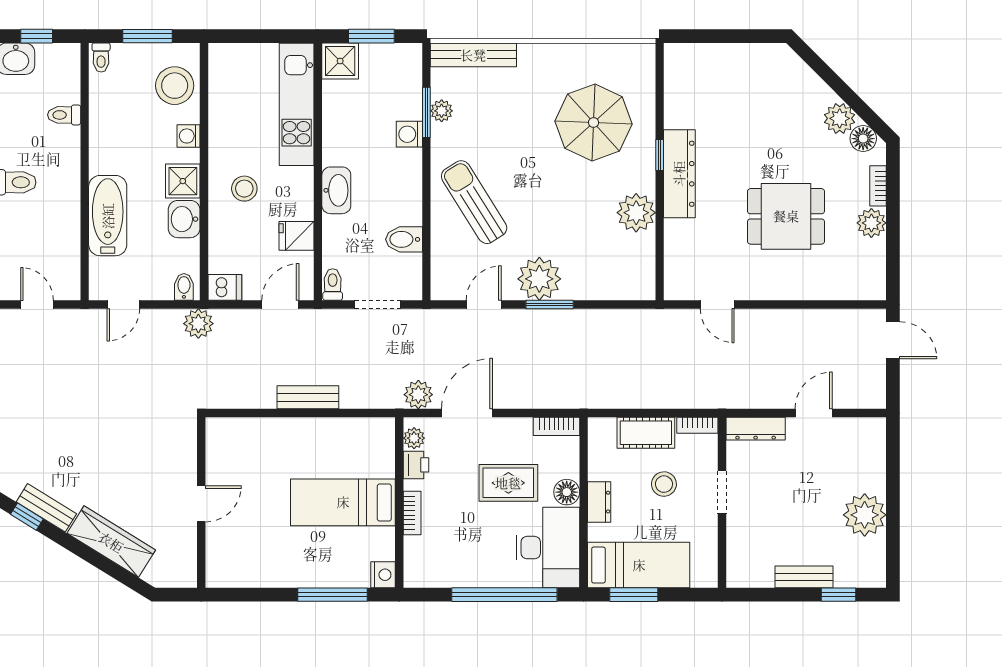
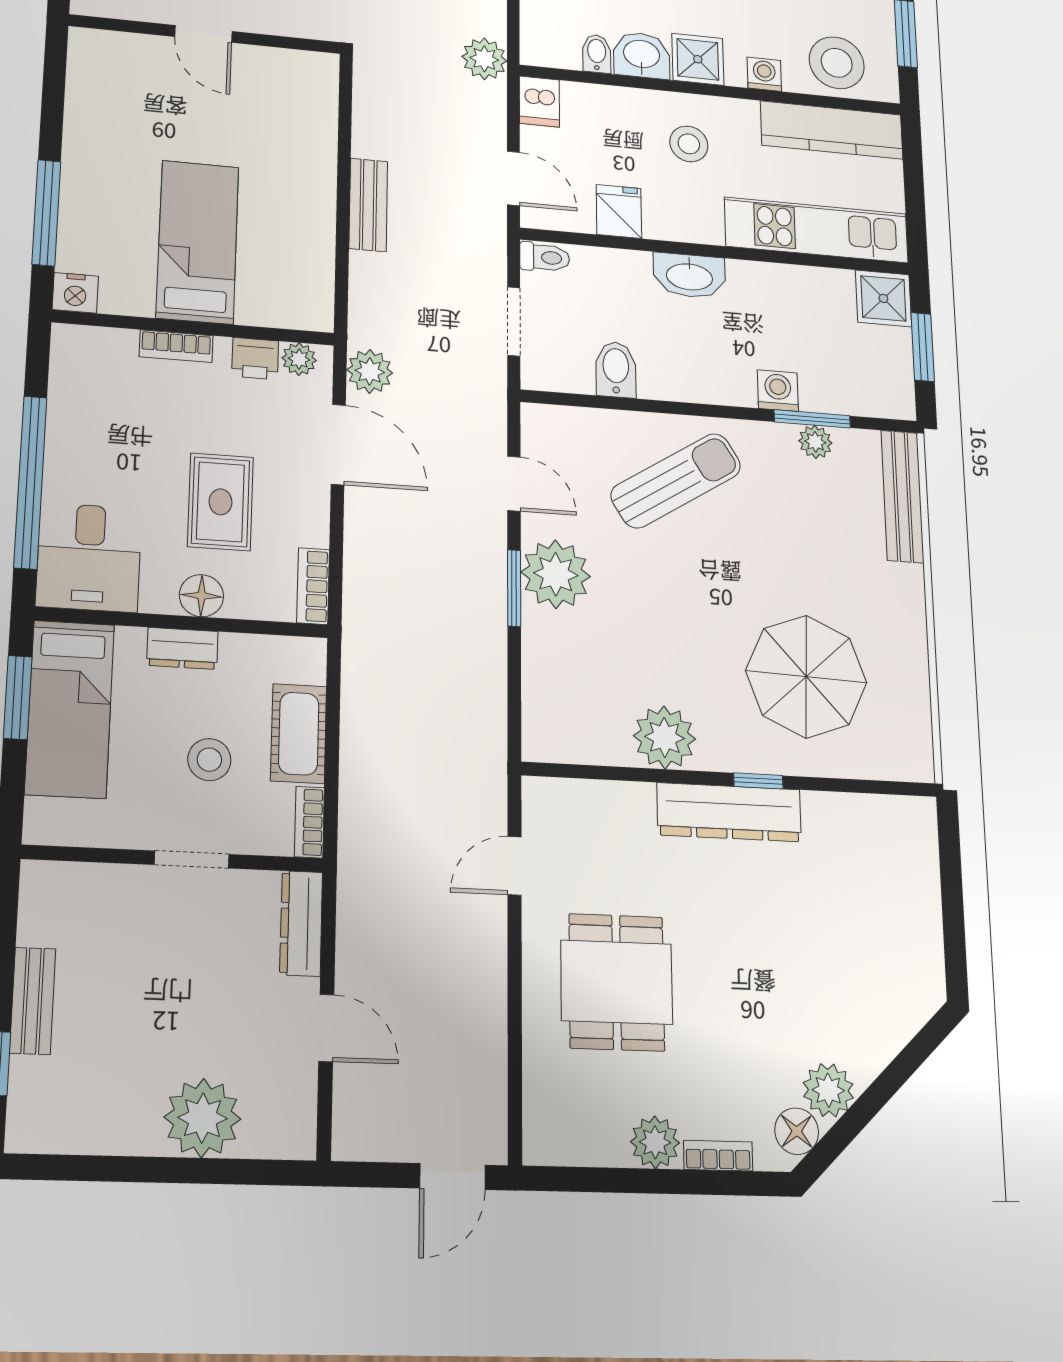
kitchen counter: (224, 91) -> (832, 130), added
dining table: (786, 216) -> (617, 982), moved
bidet: (184, 287) -> (597, 54), moved, turned -90
plant: (865, 515) -> (203, 1118), moved
desk: (548, 548) -> (89, 557), width x0.73

